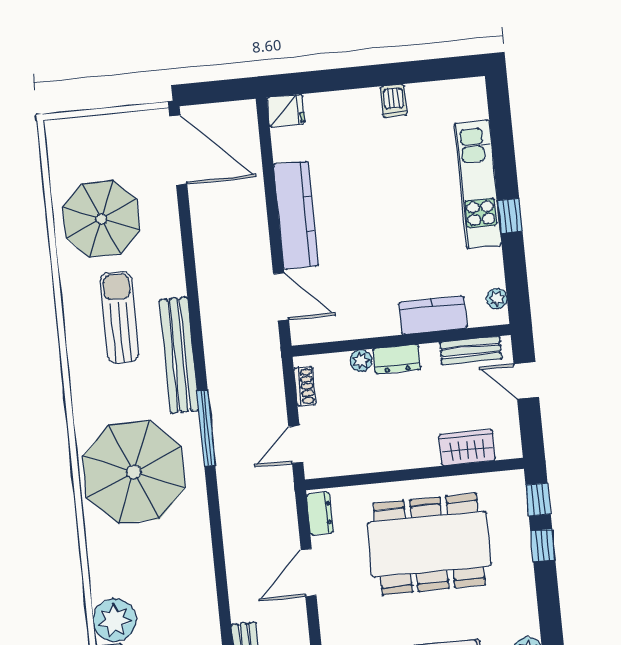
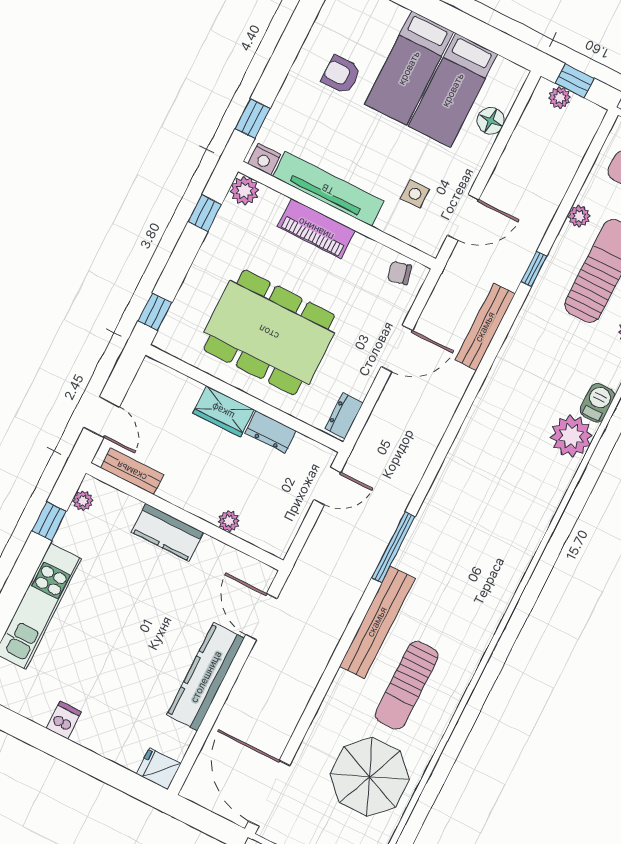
window: (510, 216) -> (49, 521), moved
kitchen counter: (433, 315) -> (167, 532), moved
dresser: (397, 359) -> (271, 432), moved, turned 180
shoe rack: (305, 386) -> (289, 529), removed
wardrobe: (467, 447) -> (223, 411), moved
parasol: (134, 472) -> (477, 549), removed
window: (543, 545) -> (205, 213), moved
door: (309, 573) -> (397, 348), moved

